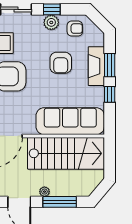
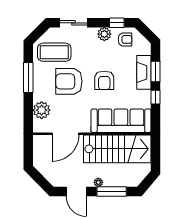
window: (52, 9) -> (117, 23), moved
armchair: (61, 63) -> (104, 80), moved

